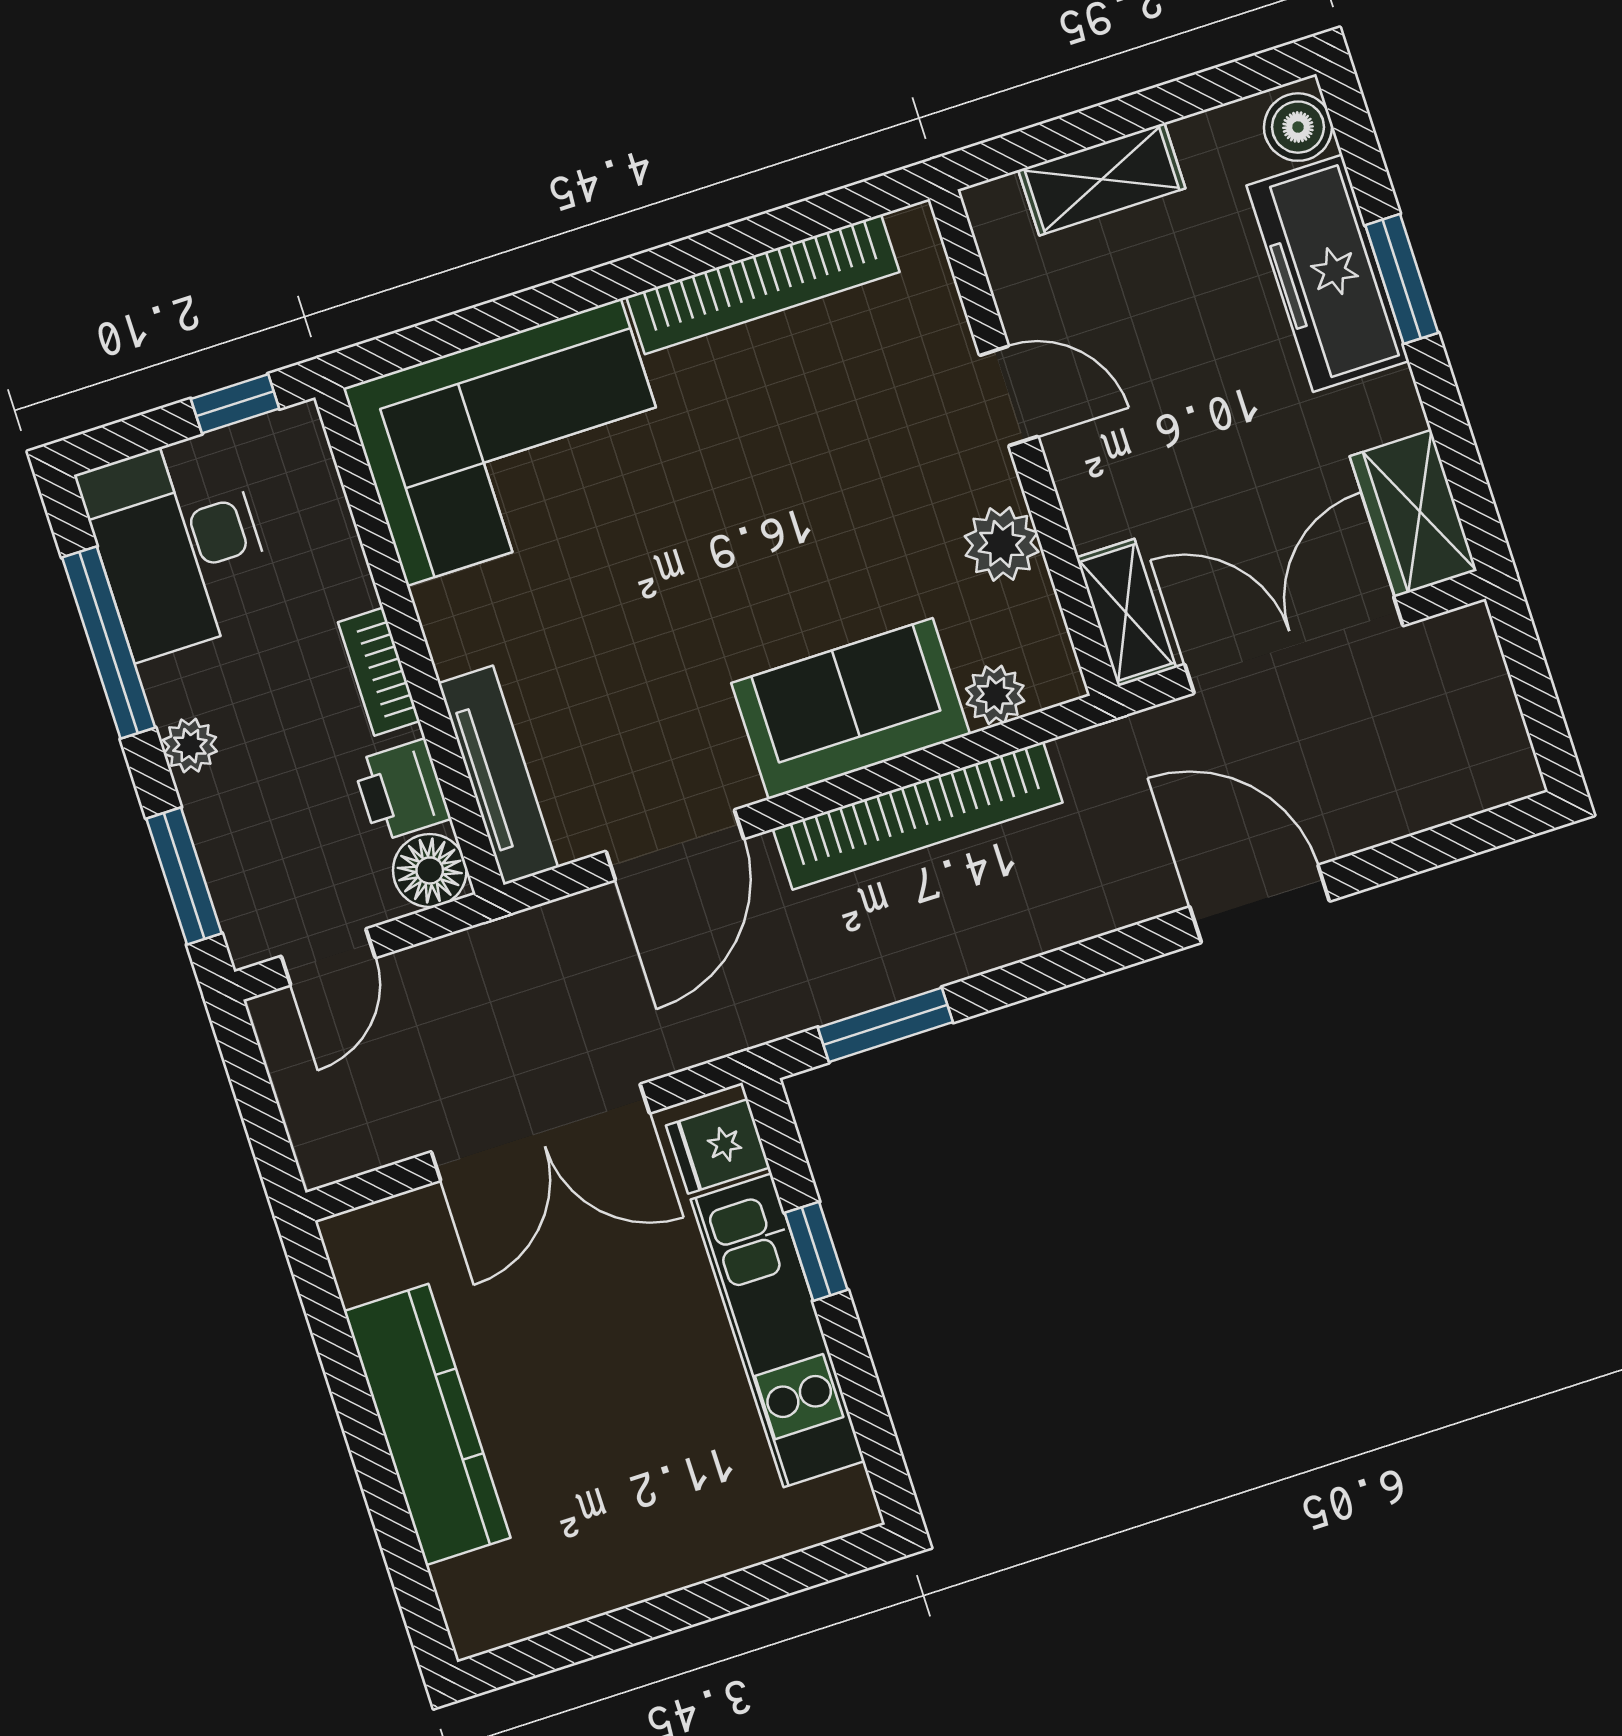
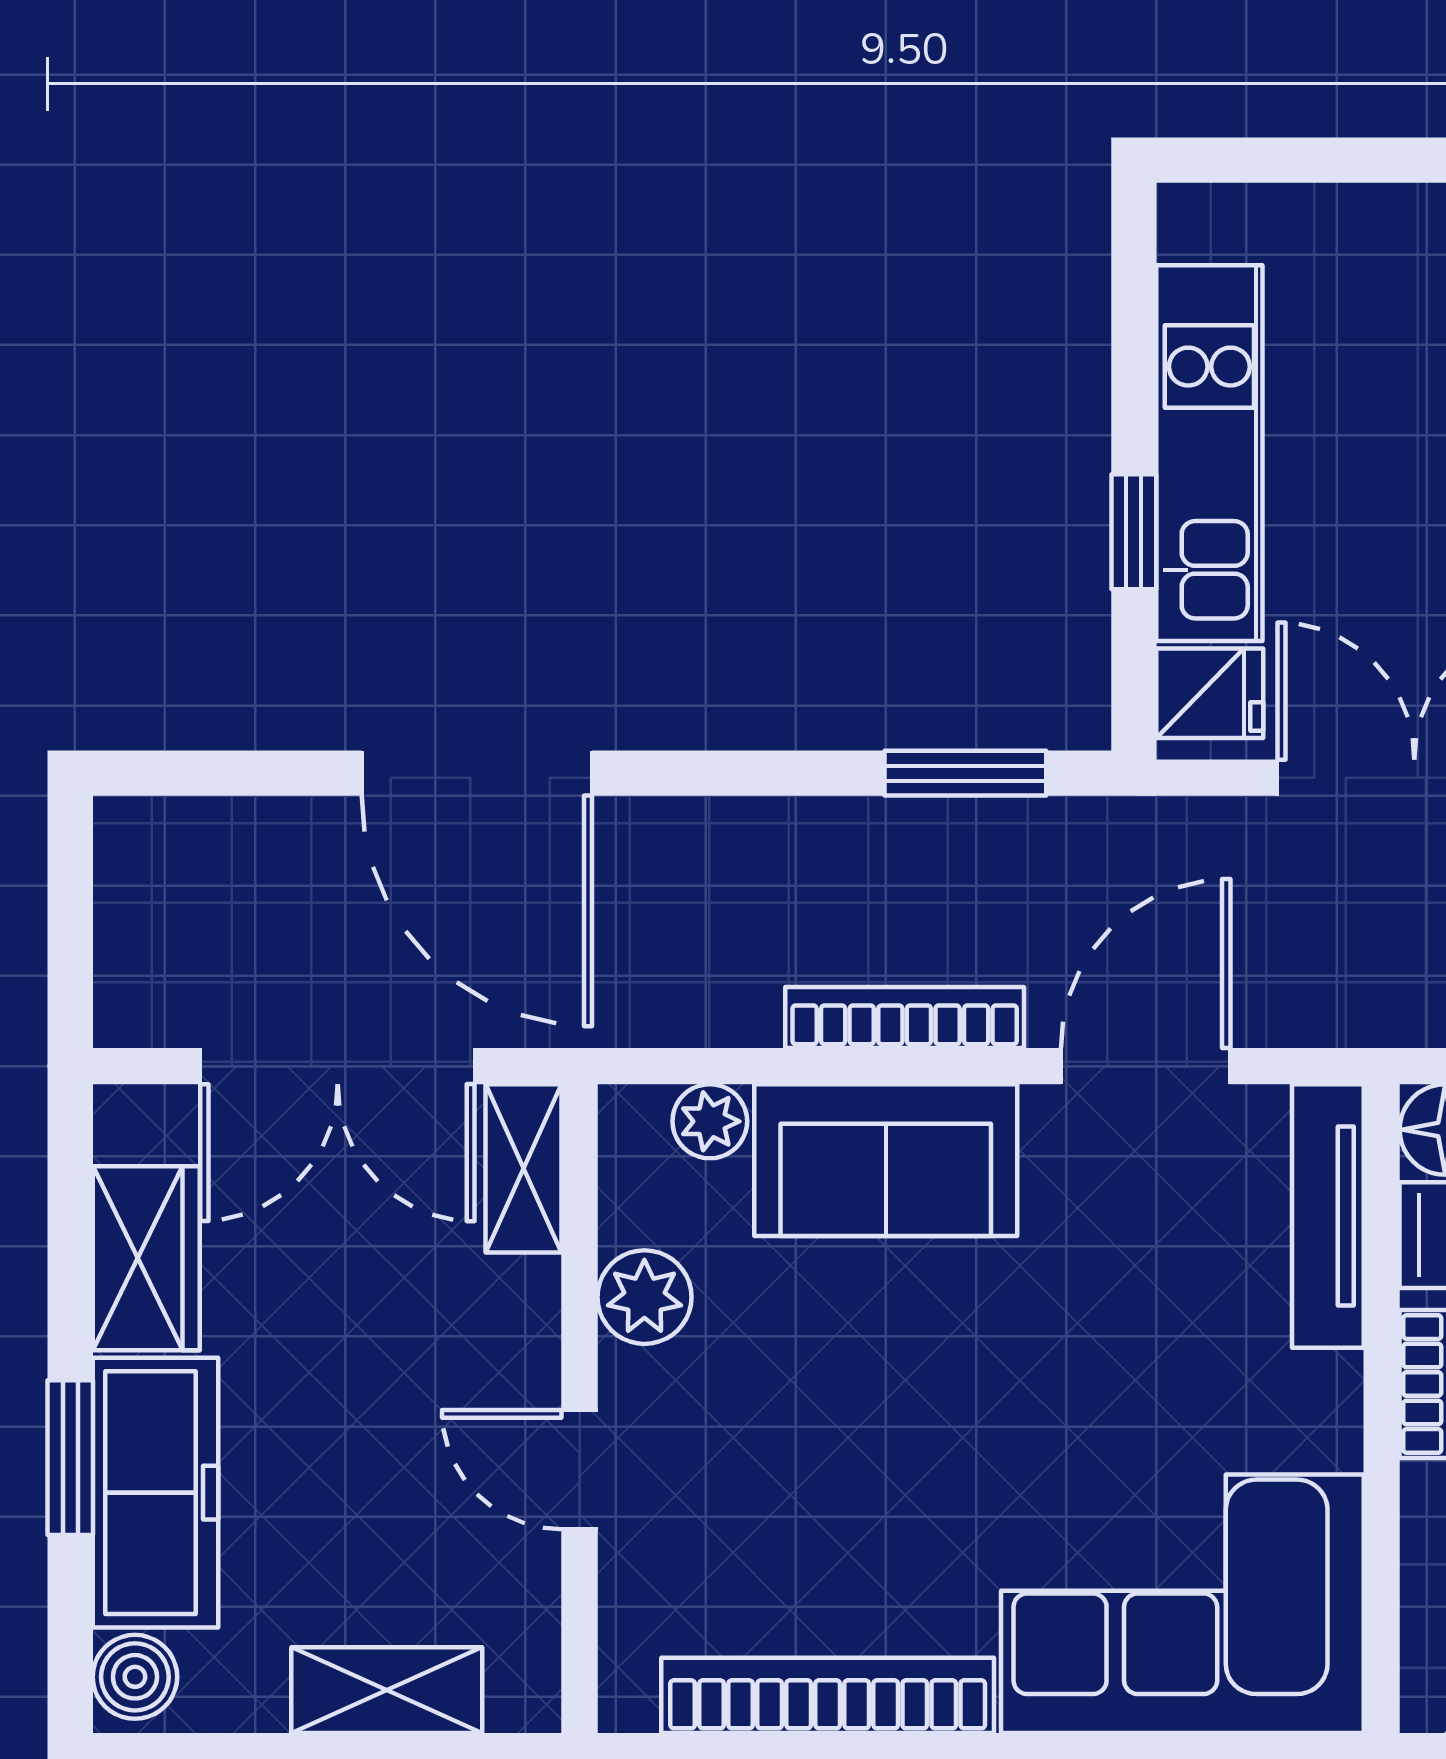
wardrobe: (1413, 513) -> (146, 1258), moved
bookcase: (918, 816) -> (905, 1017), width x0.68, depth x0.76
door: (1260, 904) -> (477, 773), width x1.36

